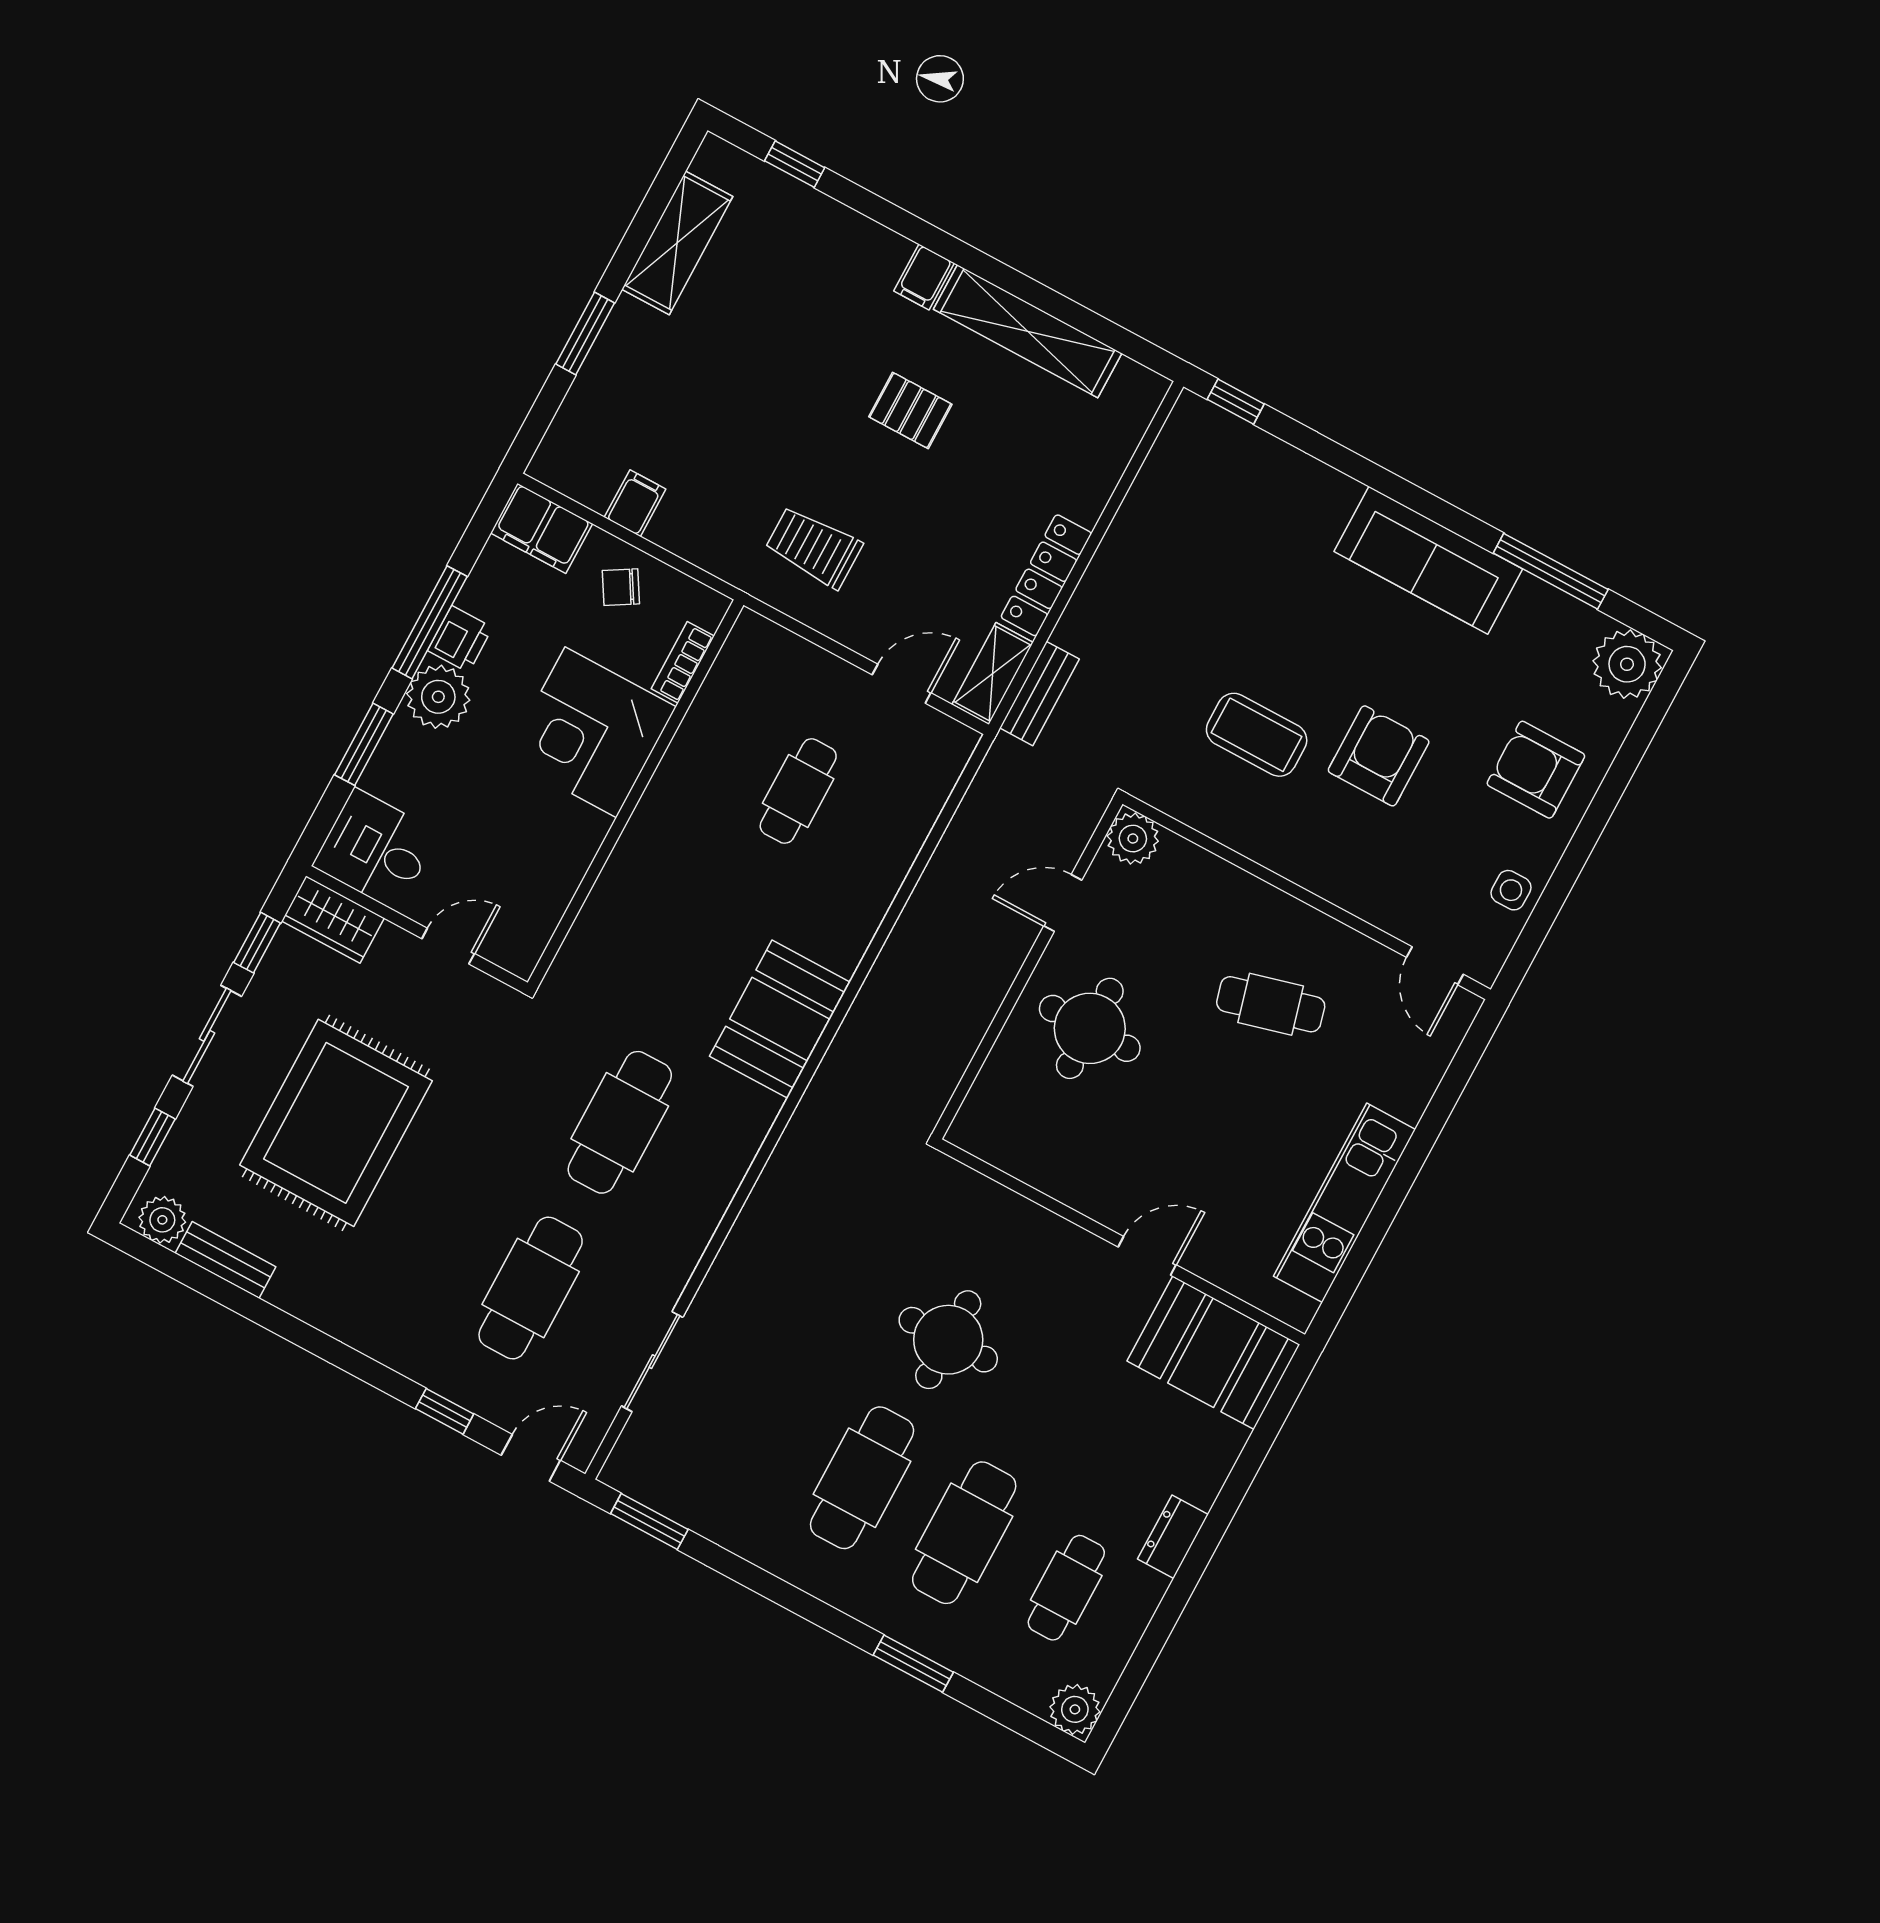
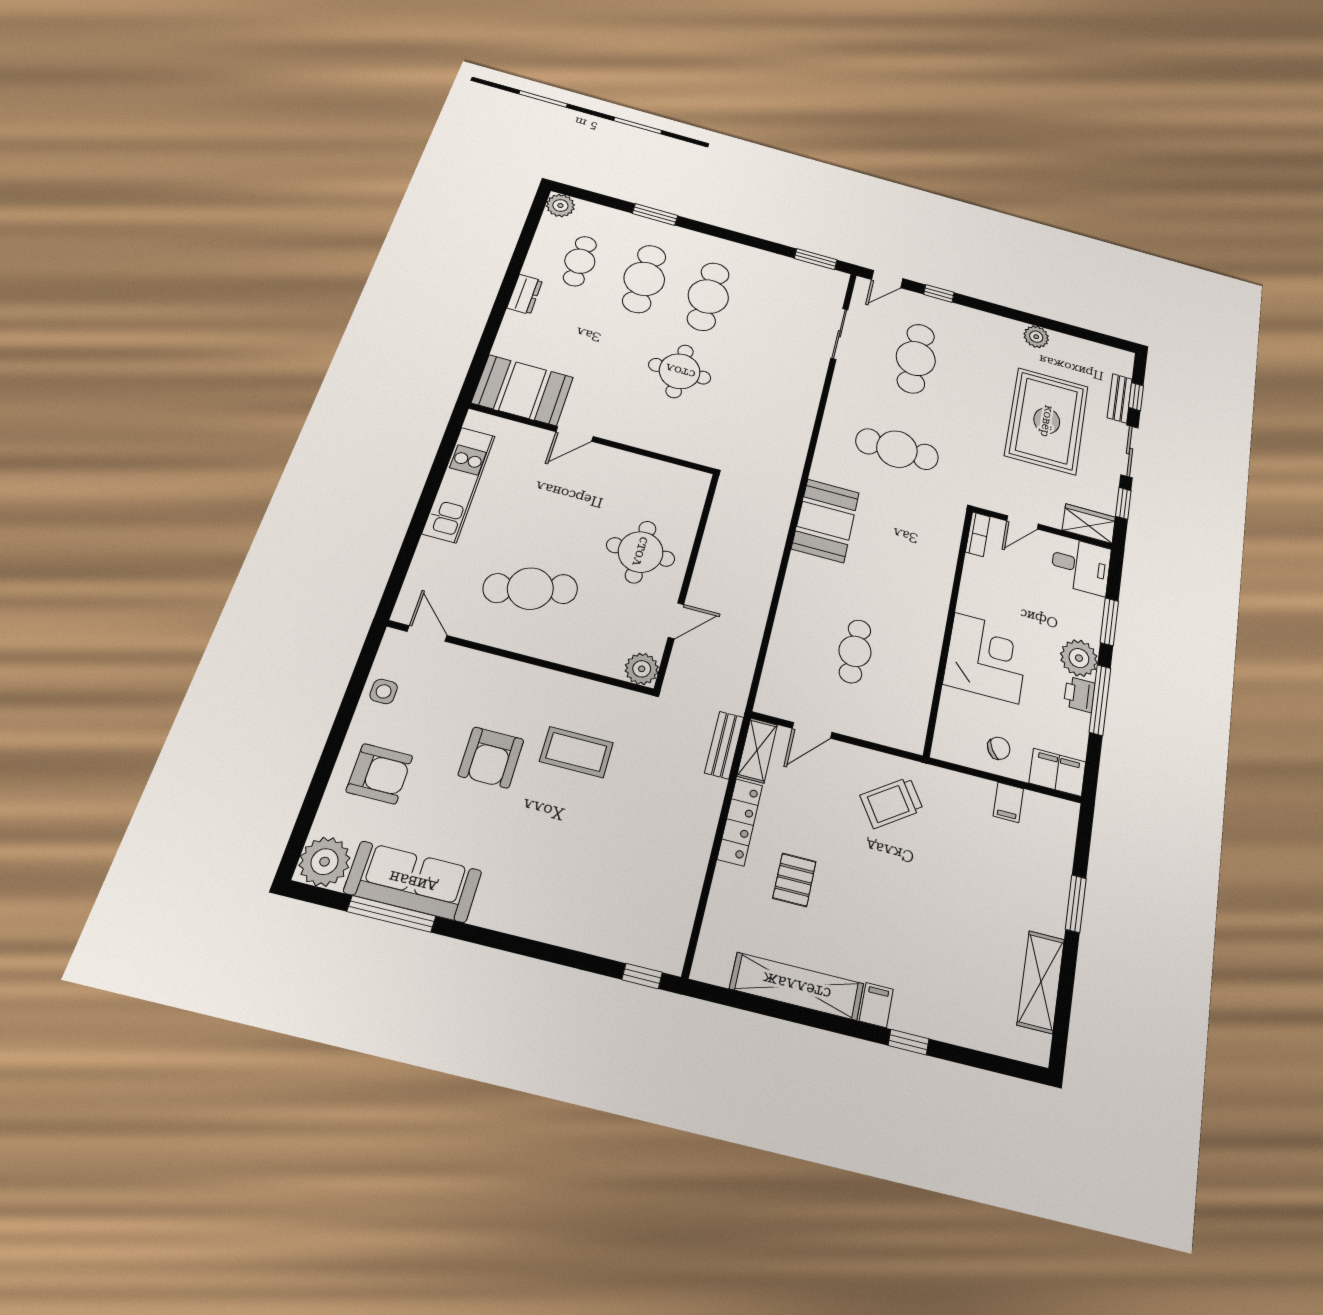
window: (795, 164) -> (909, 1042), moved
pallet: (910, 410) -> (794, 880), moved, turned 90
trolley: (814, 547) -> (892, 803), turned 146
sofa: (1428, 560) -> (413, 882), moved
bookcase: (683, 662) -> (978, 534), moved
cafe table: (1271, 1004) -> (530, 589), width x1.37, depth x1.35
cafe table: (620, 1122) -> (897, 449), turned 90
plant: (162, 1220) -> (1036, 337), moved
bench: (226, 1260) -> (1120, 398), moved, turned 90

